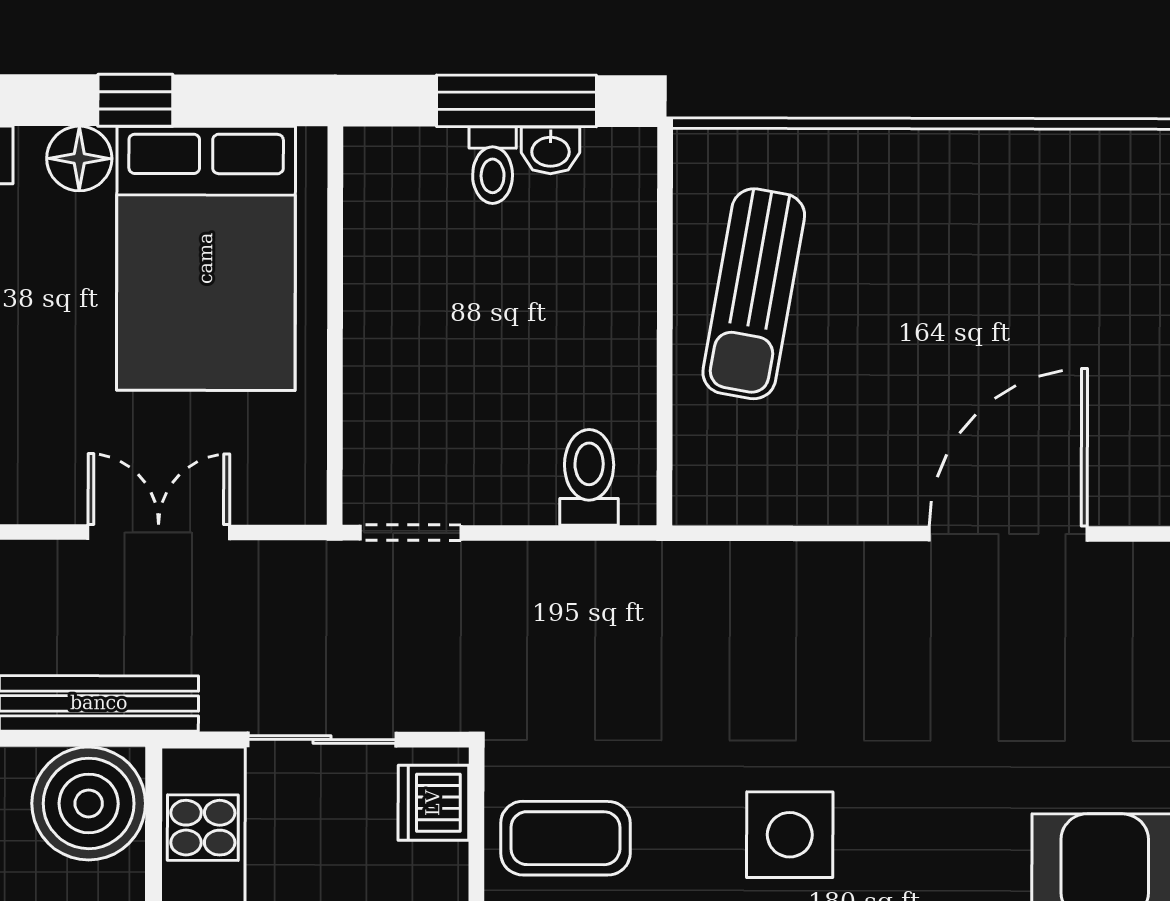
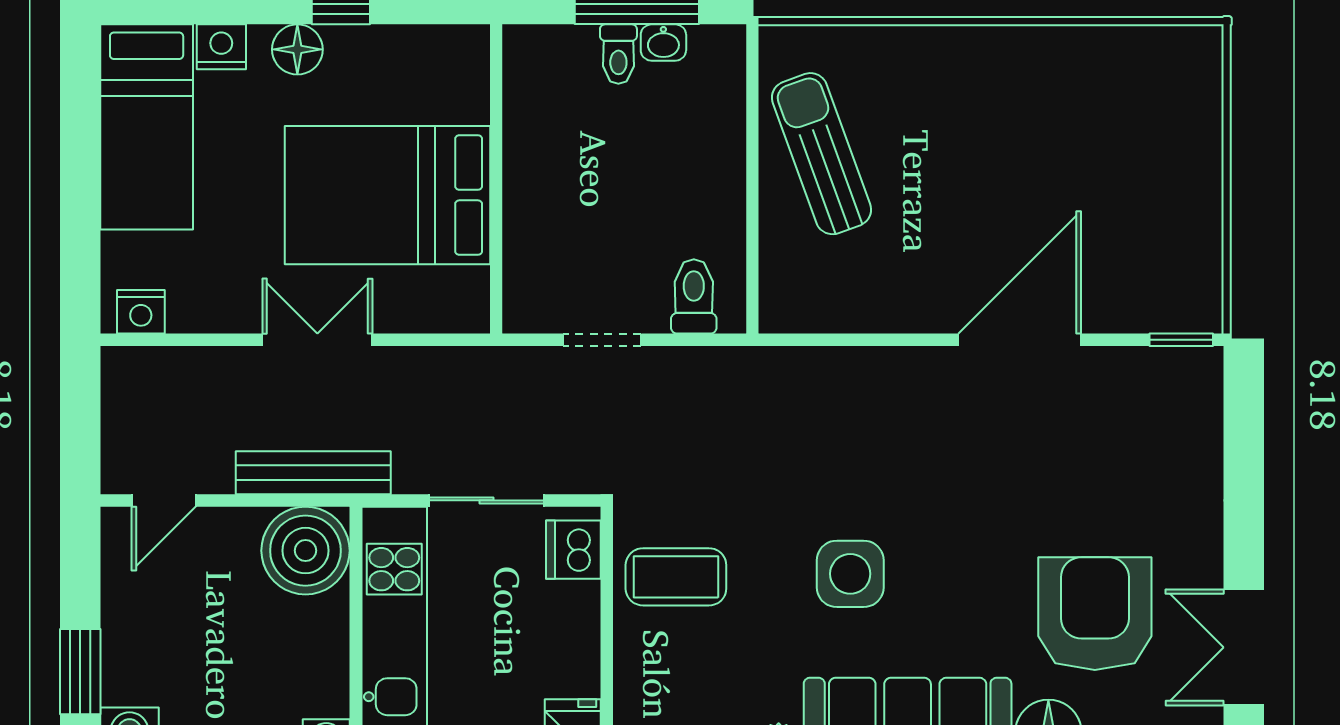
bed: (206, 258) -> (388, 195), moved, turned 90
sun lounger: (754, 294) -> (821, 154), turned 150
double door: (159, 532) -> (317, 340), moved
doorway: (411, 533) -> (602, 340), moved

